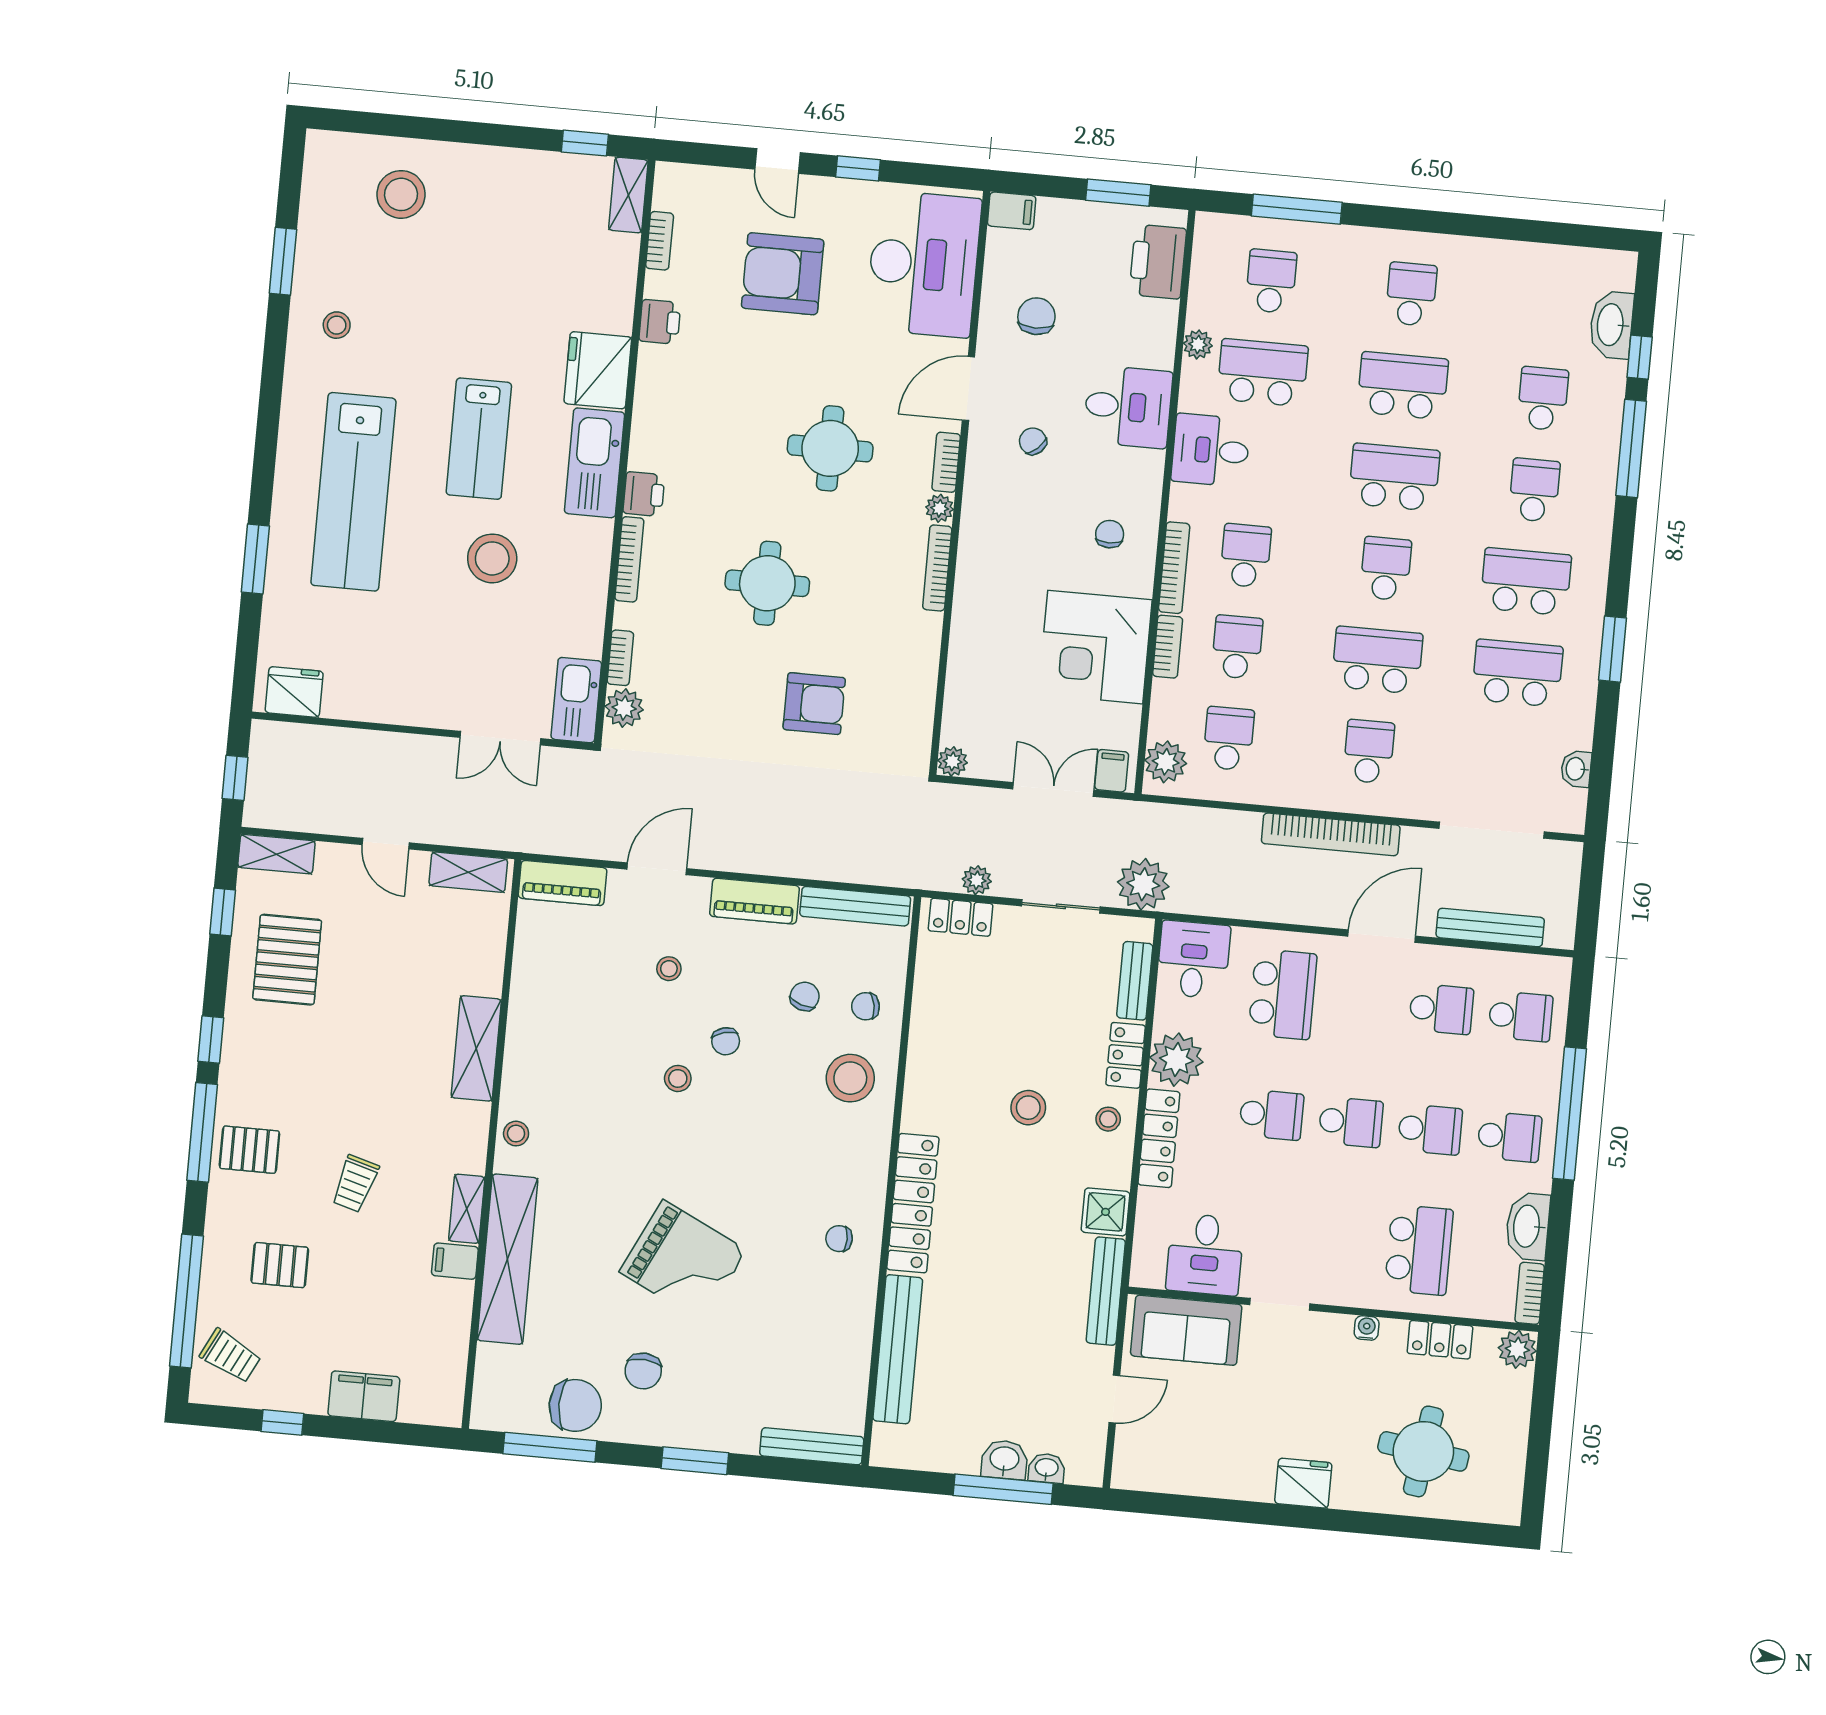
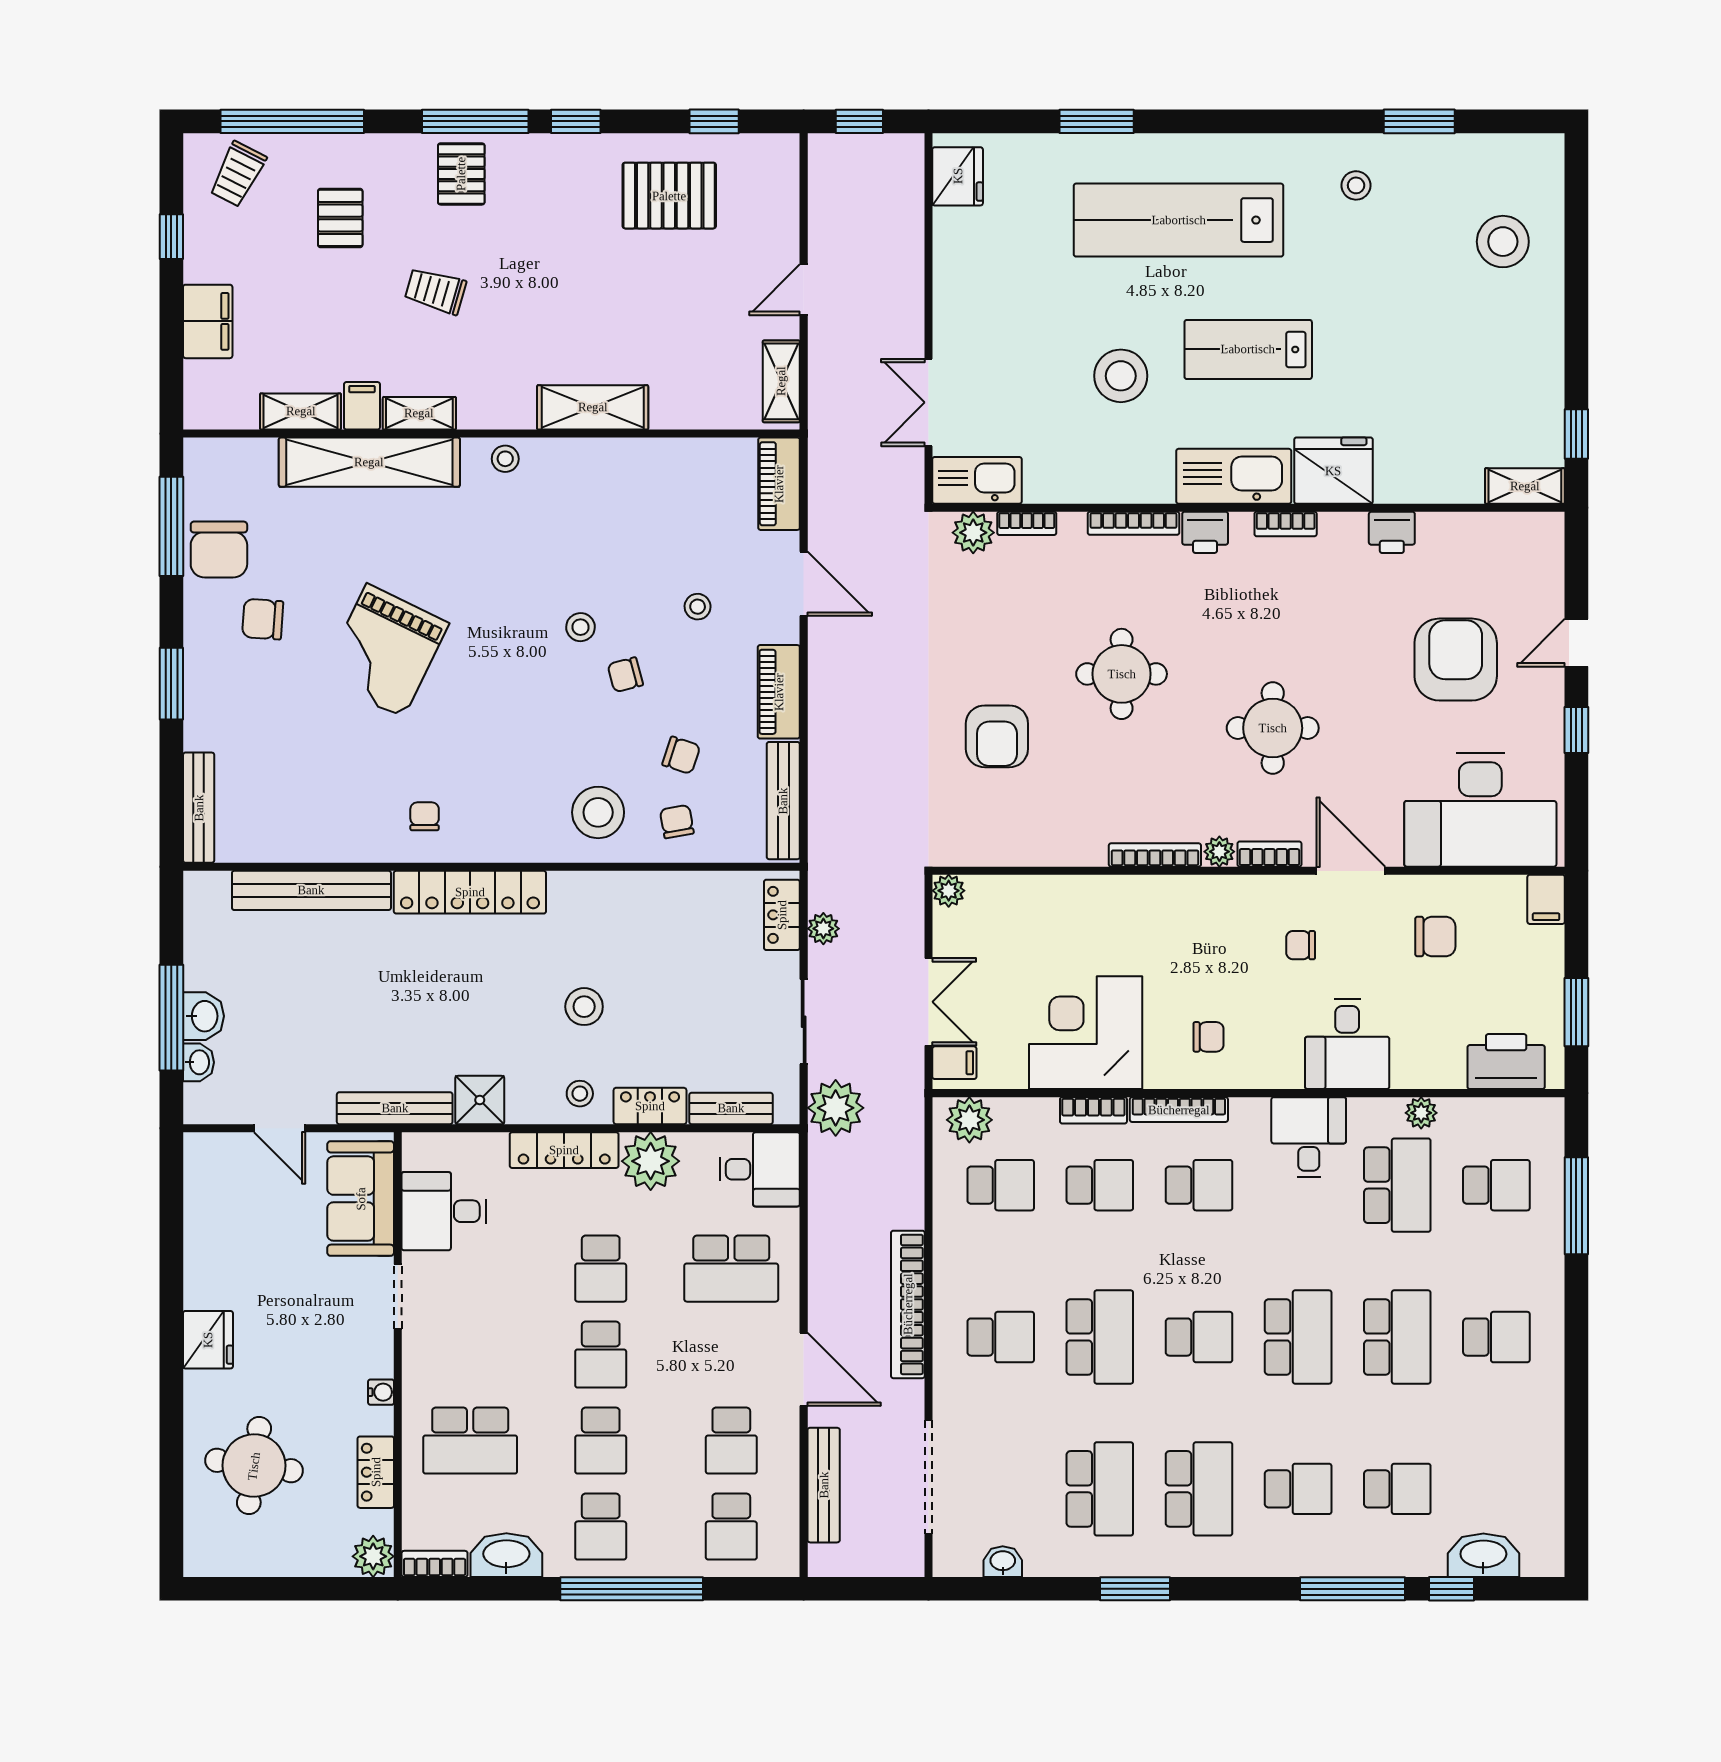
bookcase: (660, 241) -> (1286, 524), moved
chair: (1033, 441) -> (1301, 945), turned -138
shelving: (276, 854) -> (301, 411), moved, turned 90

